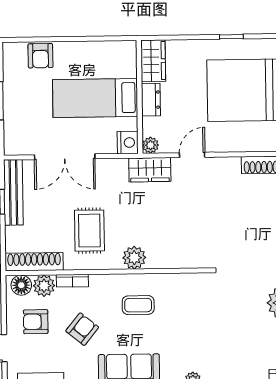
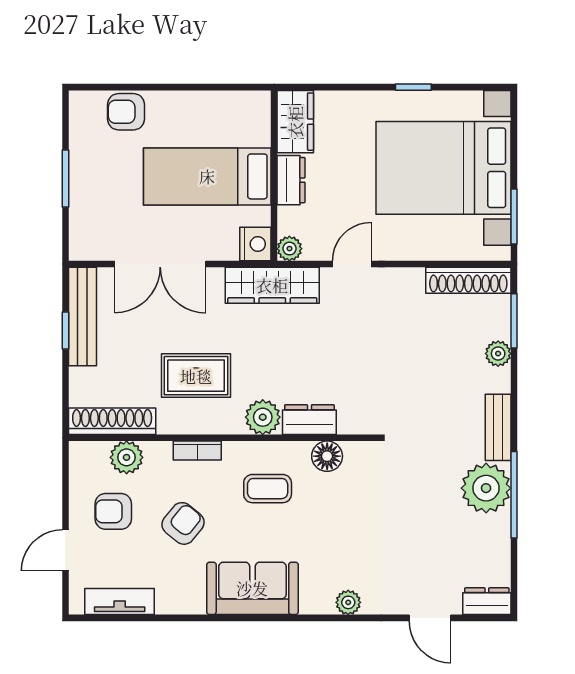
armchair: (40, 56) -> (126, 112), turned 90
wardrobe: (150, 170) -> (272, 285), width x1.50
rug: (89, 231) -> (196, 376), turned 90
dresser: (165, 259) -> (309, 420), added
bookcase: (72, 281) -> (197, 450), moved
floor lamp: (21, 285) -> (327, 456), moved

